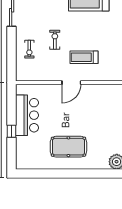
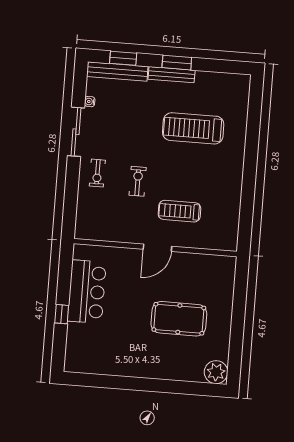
exercise bike: (29, 49) -> (97, 173), moved
pool table: (68, 147) -> (179, 319), moved

